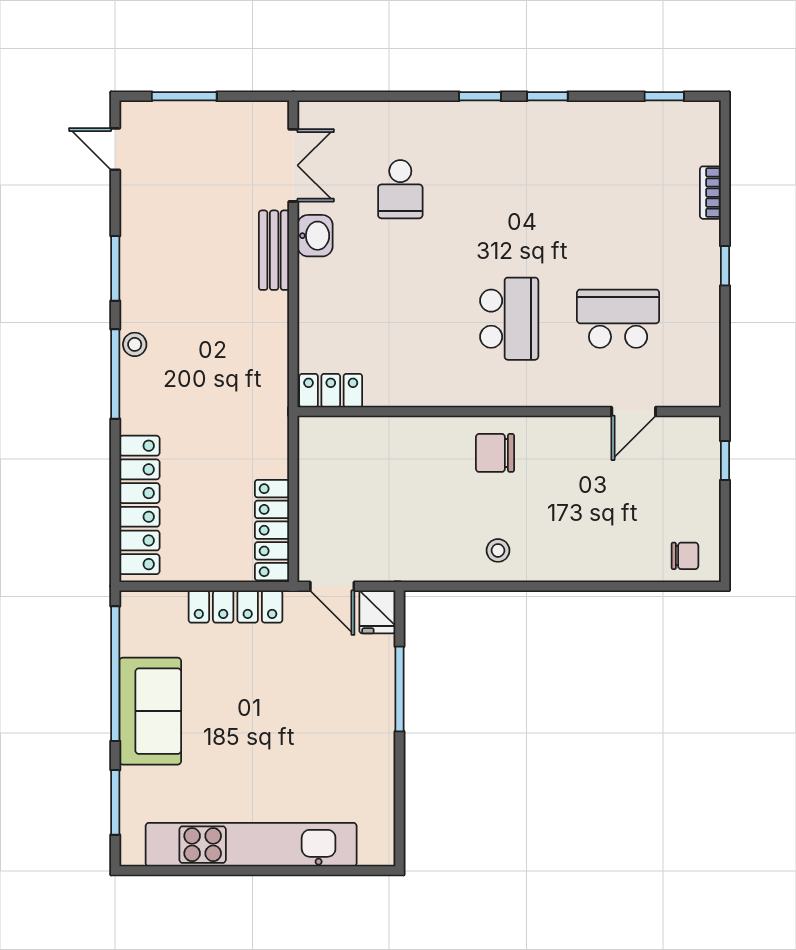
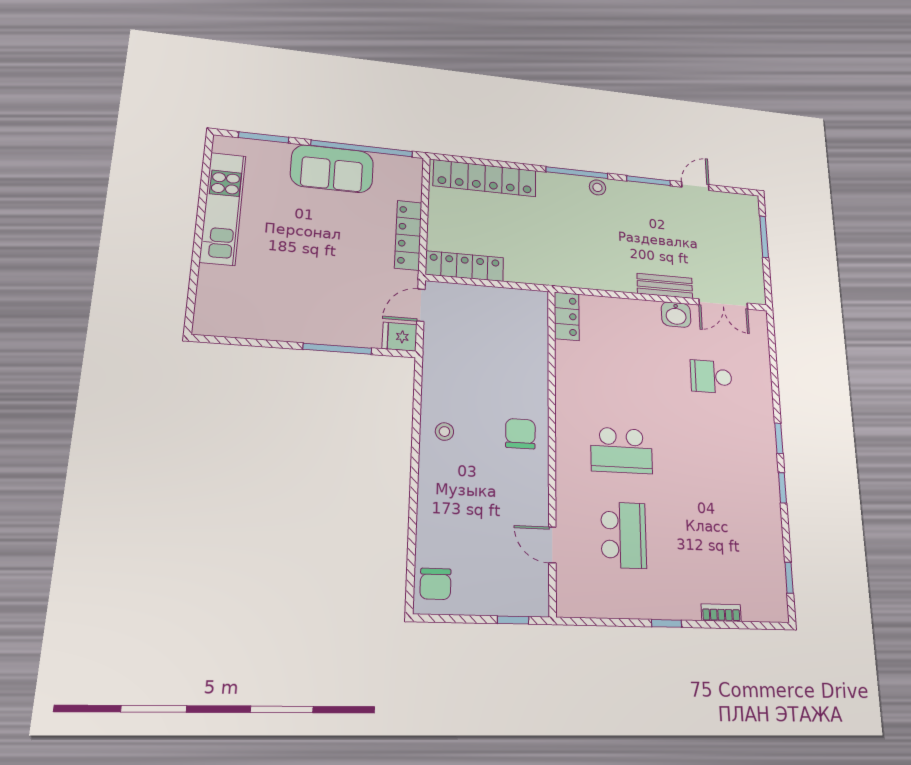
door: (115, 149) -> (695, 186), moved
chair: (685, 556) -> (435, 584), width x1.37, depth x1.37
kitchen unit: (251, 845) -> (223, 208), width x0.73

